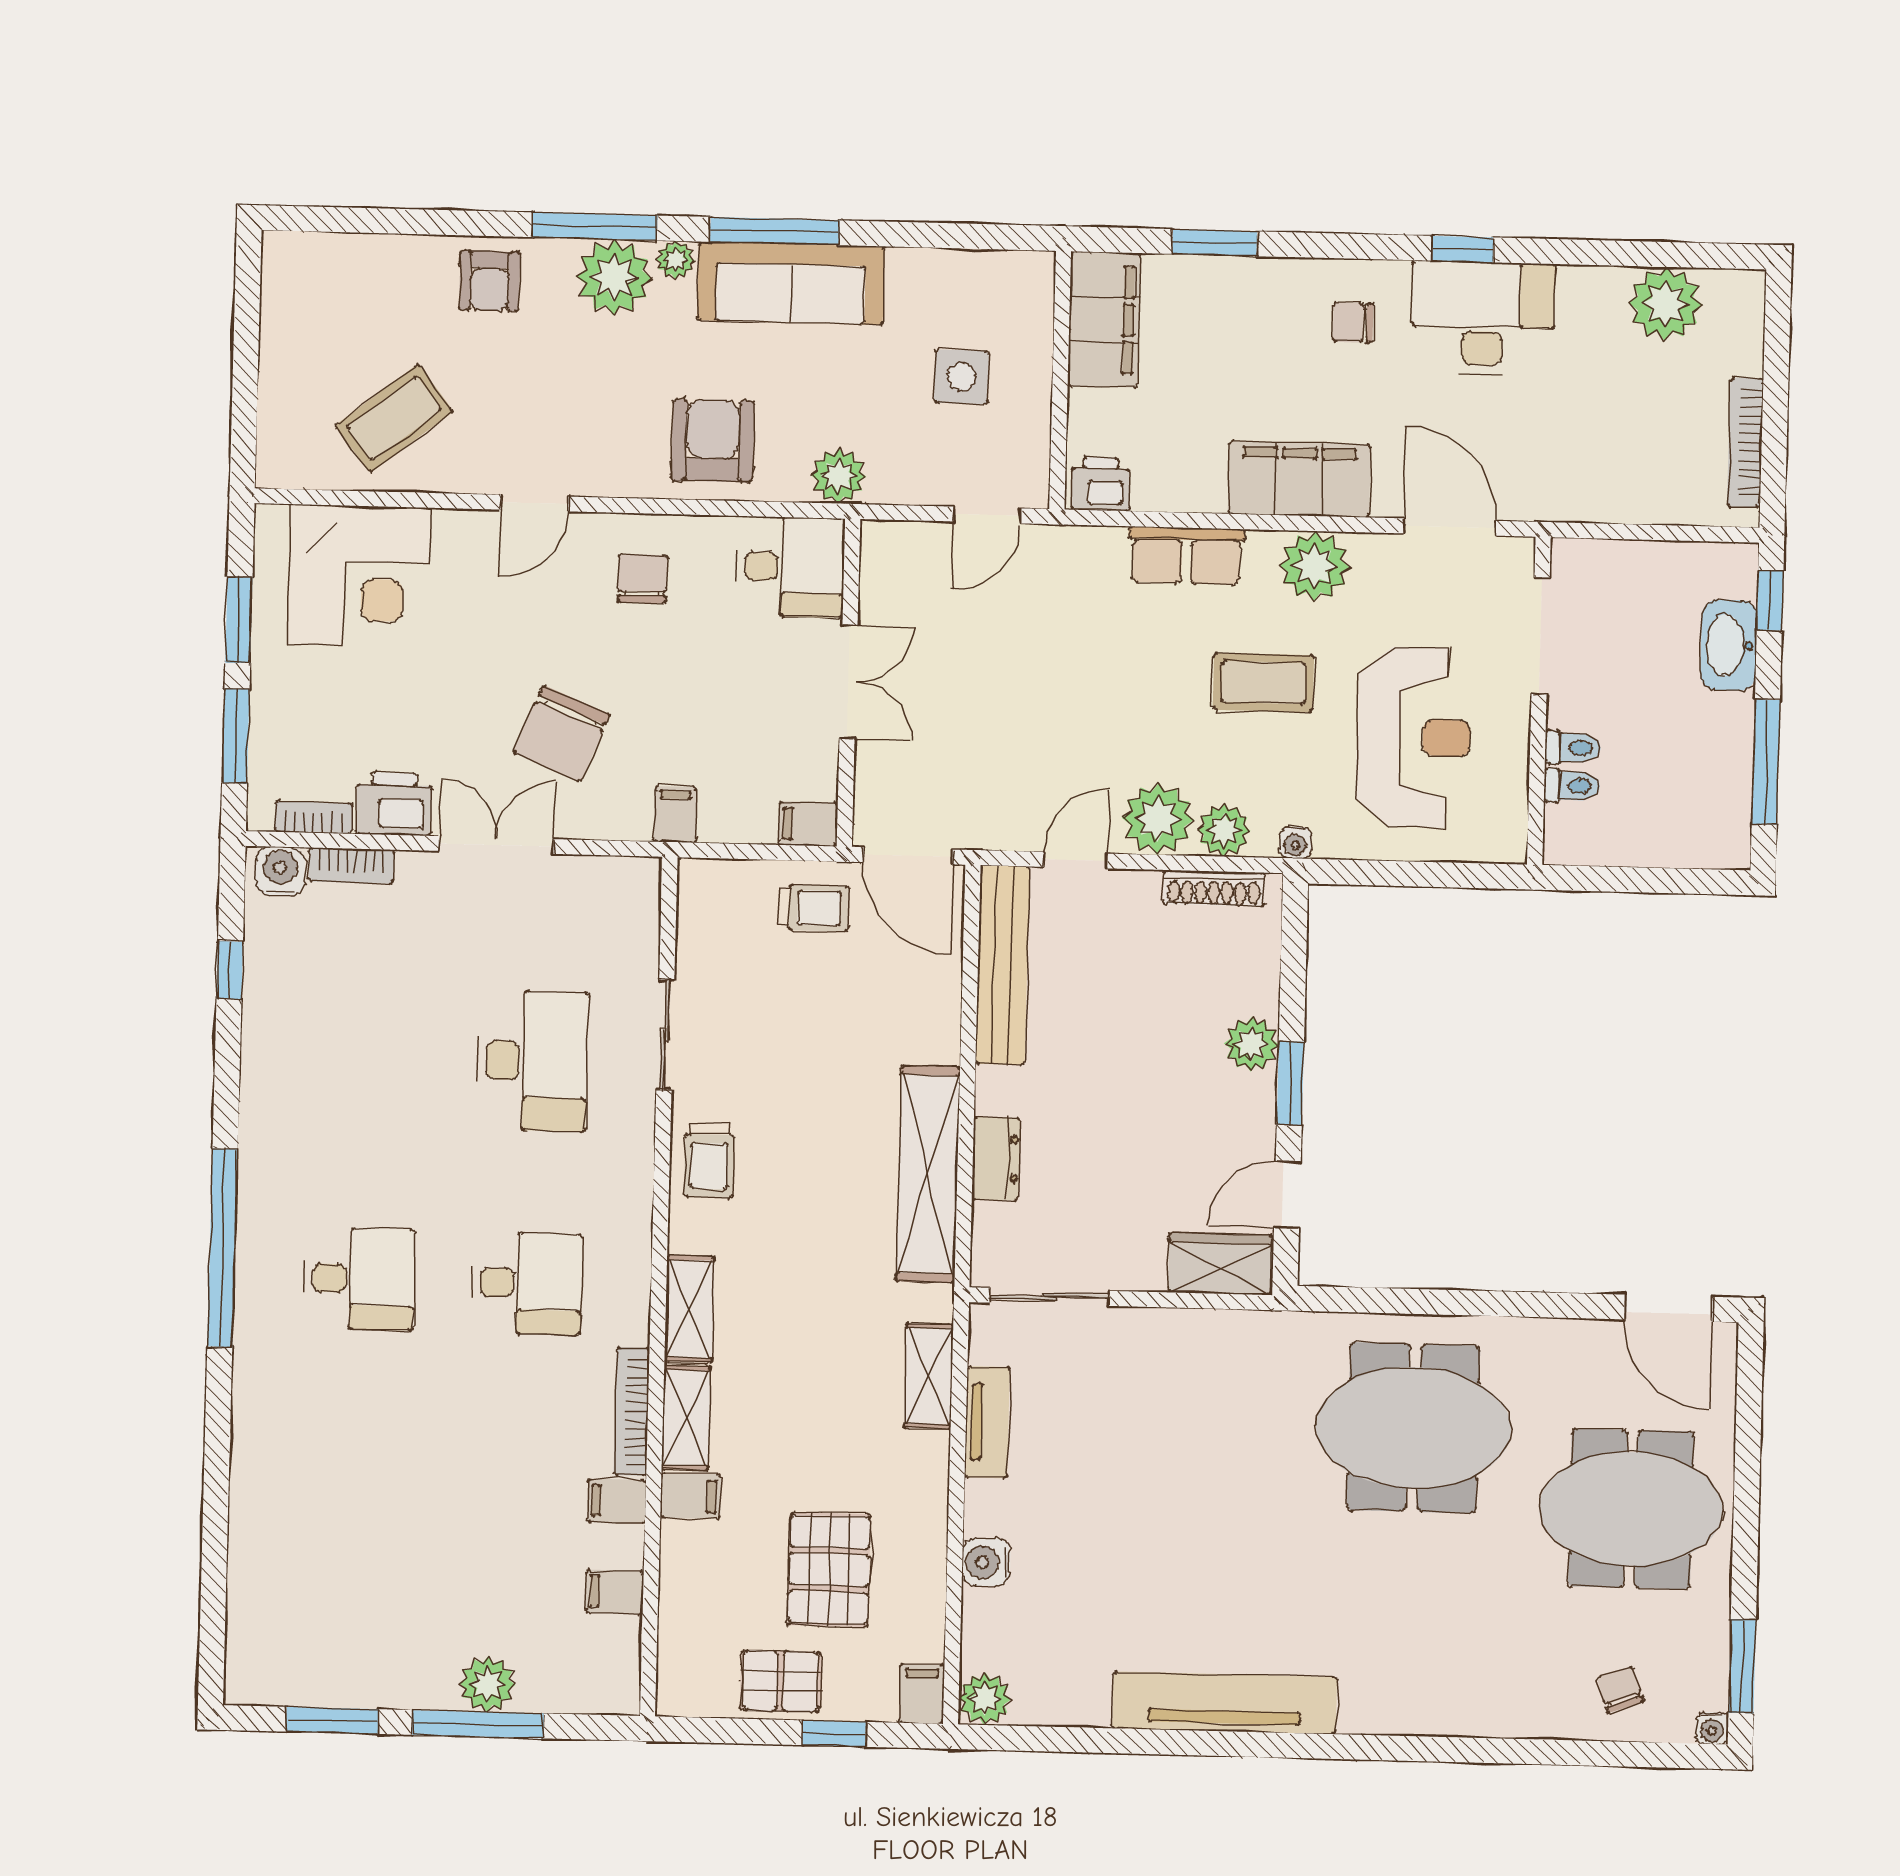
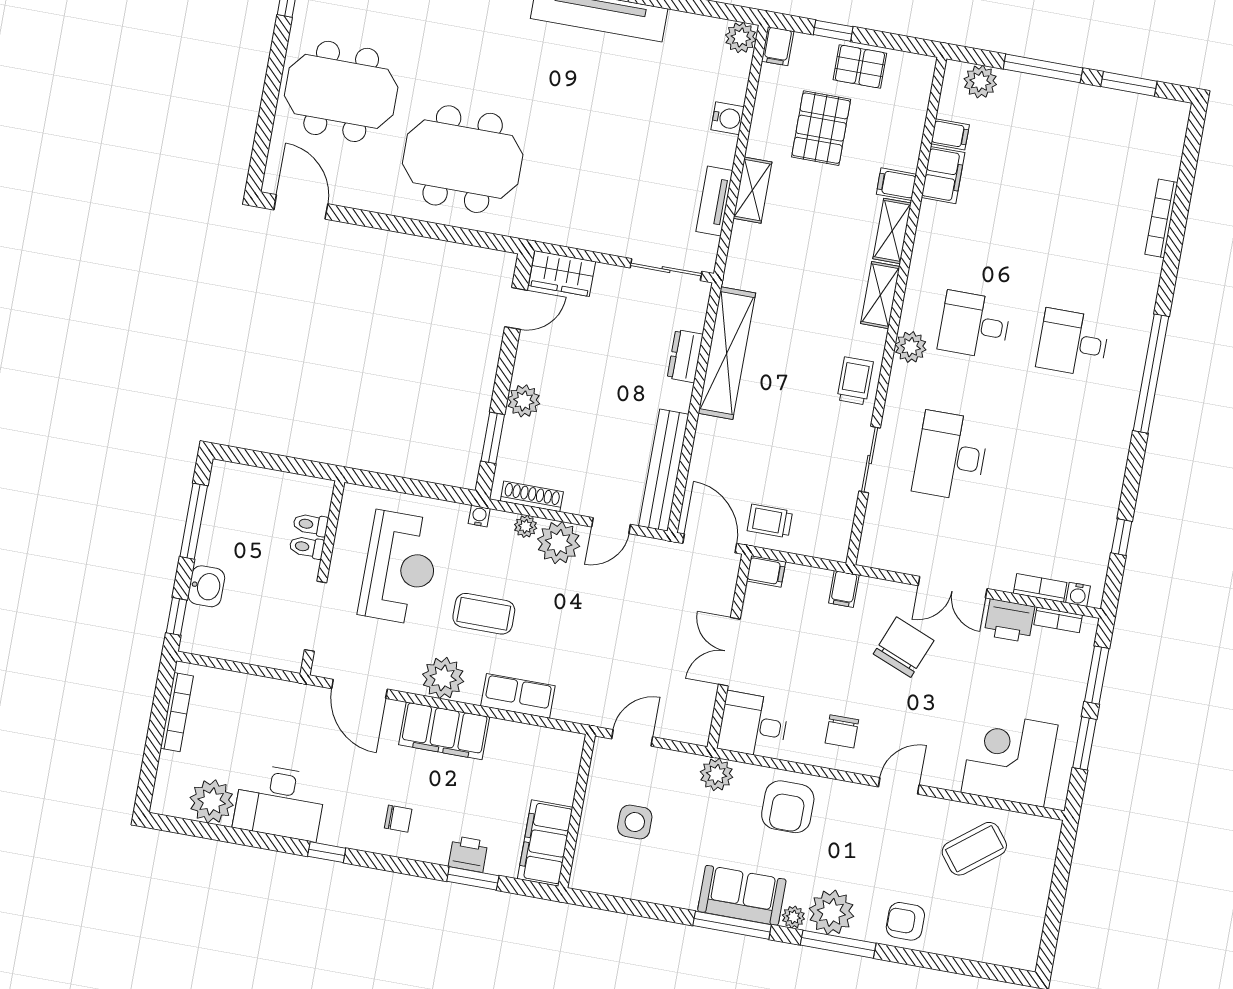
armchair: (490, 281) -> (905, 921), turned -90
sofa: (791, 283) -> (742, 895), width x0.73
desk: (1483, 318) -> (280, 802), moved
printer: (1100, 484) -> (468, 854), moved, turned 180
washbasin: (1729, 645) -> (206, 586), width x0.72
reception desk: (1414, 737) -> (400, 568), turned 180
plant: (1224, 830) -> (526, 526), width x0.73, depth x0.73
water cooler: (280, 871) -> (1078, 594), width x0.72, depth x0.72
window: (1290, 1083) -> (493, 438), moved
plant: (626, 1231) -> (911, 347), added
shelving: (929, 1376) -> (753, 190), moved
bookcase: (632, 1412) -> (1161, 218), moved, turned 180
filing cabinet: (617, 1501) -> (943, 175), width x2.00
plant: (488, 1684) -> (980, 82), moved

